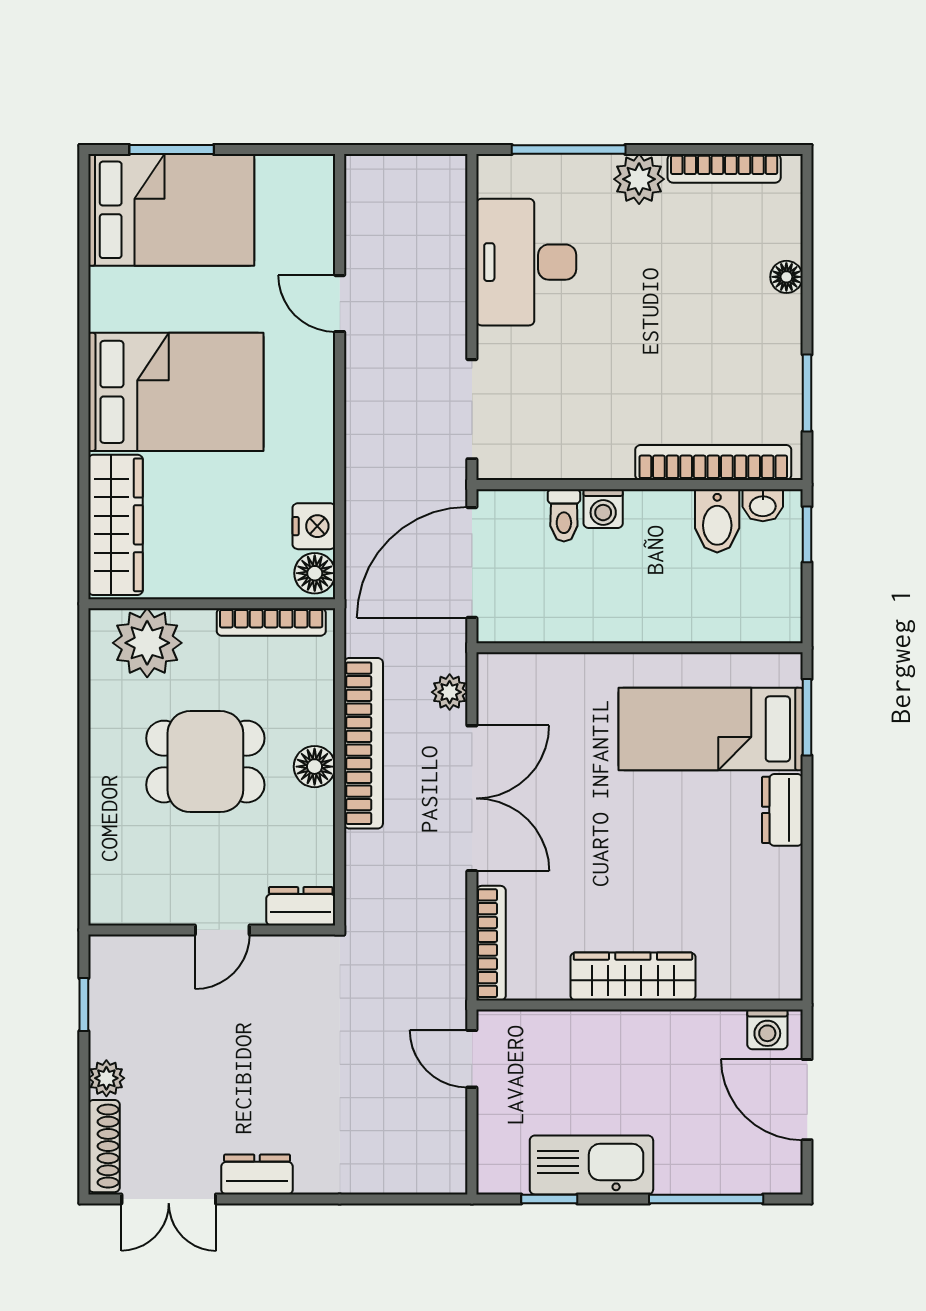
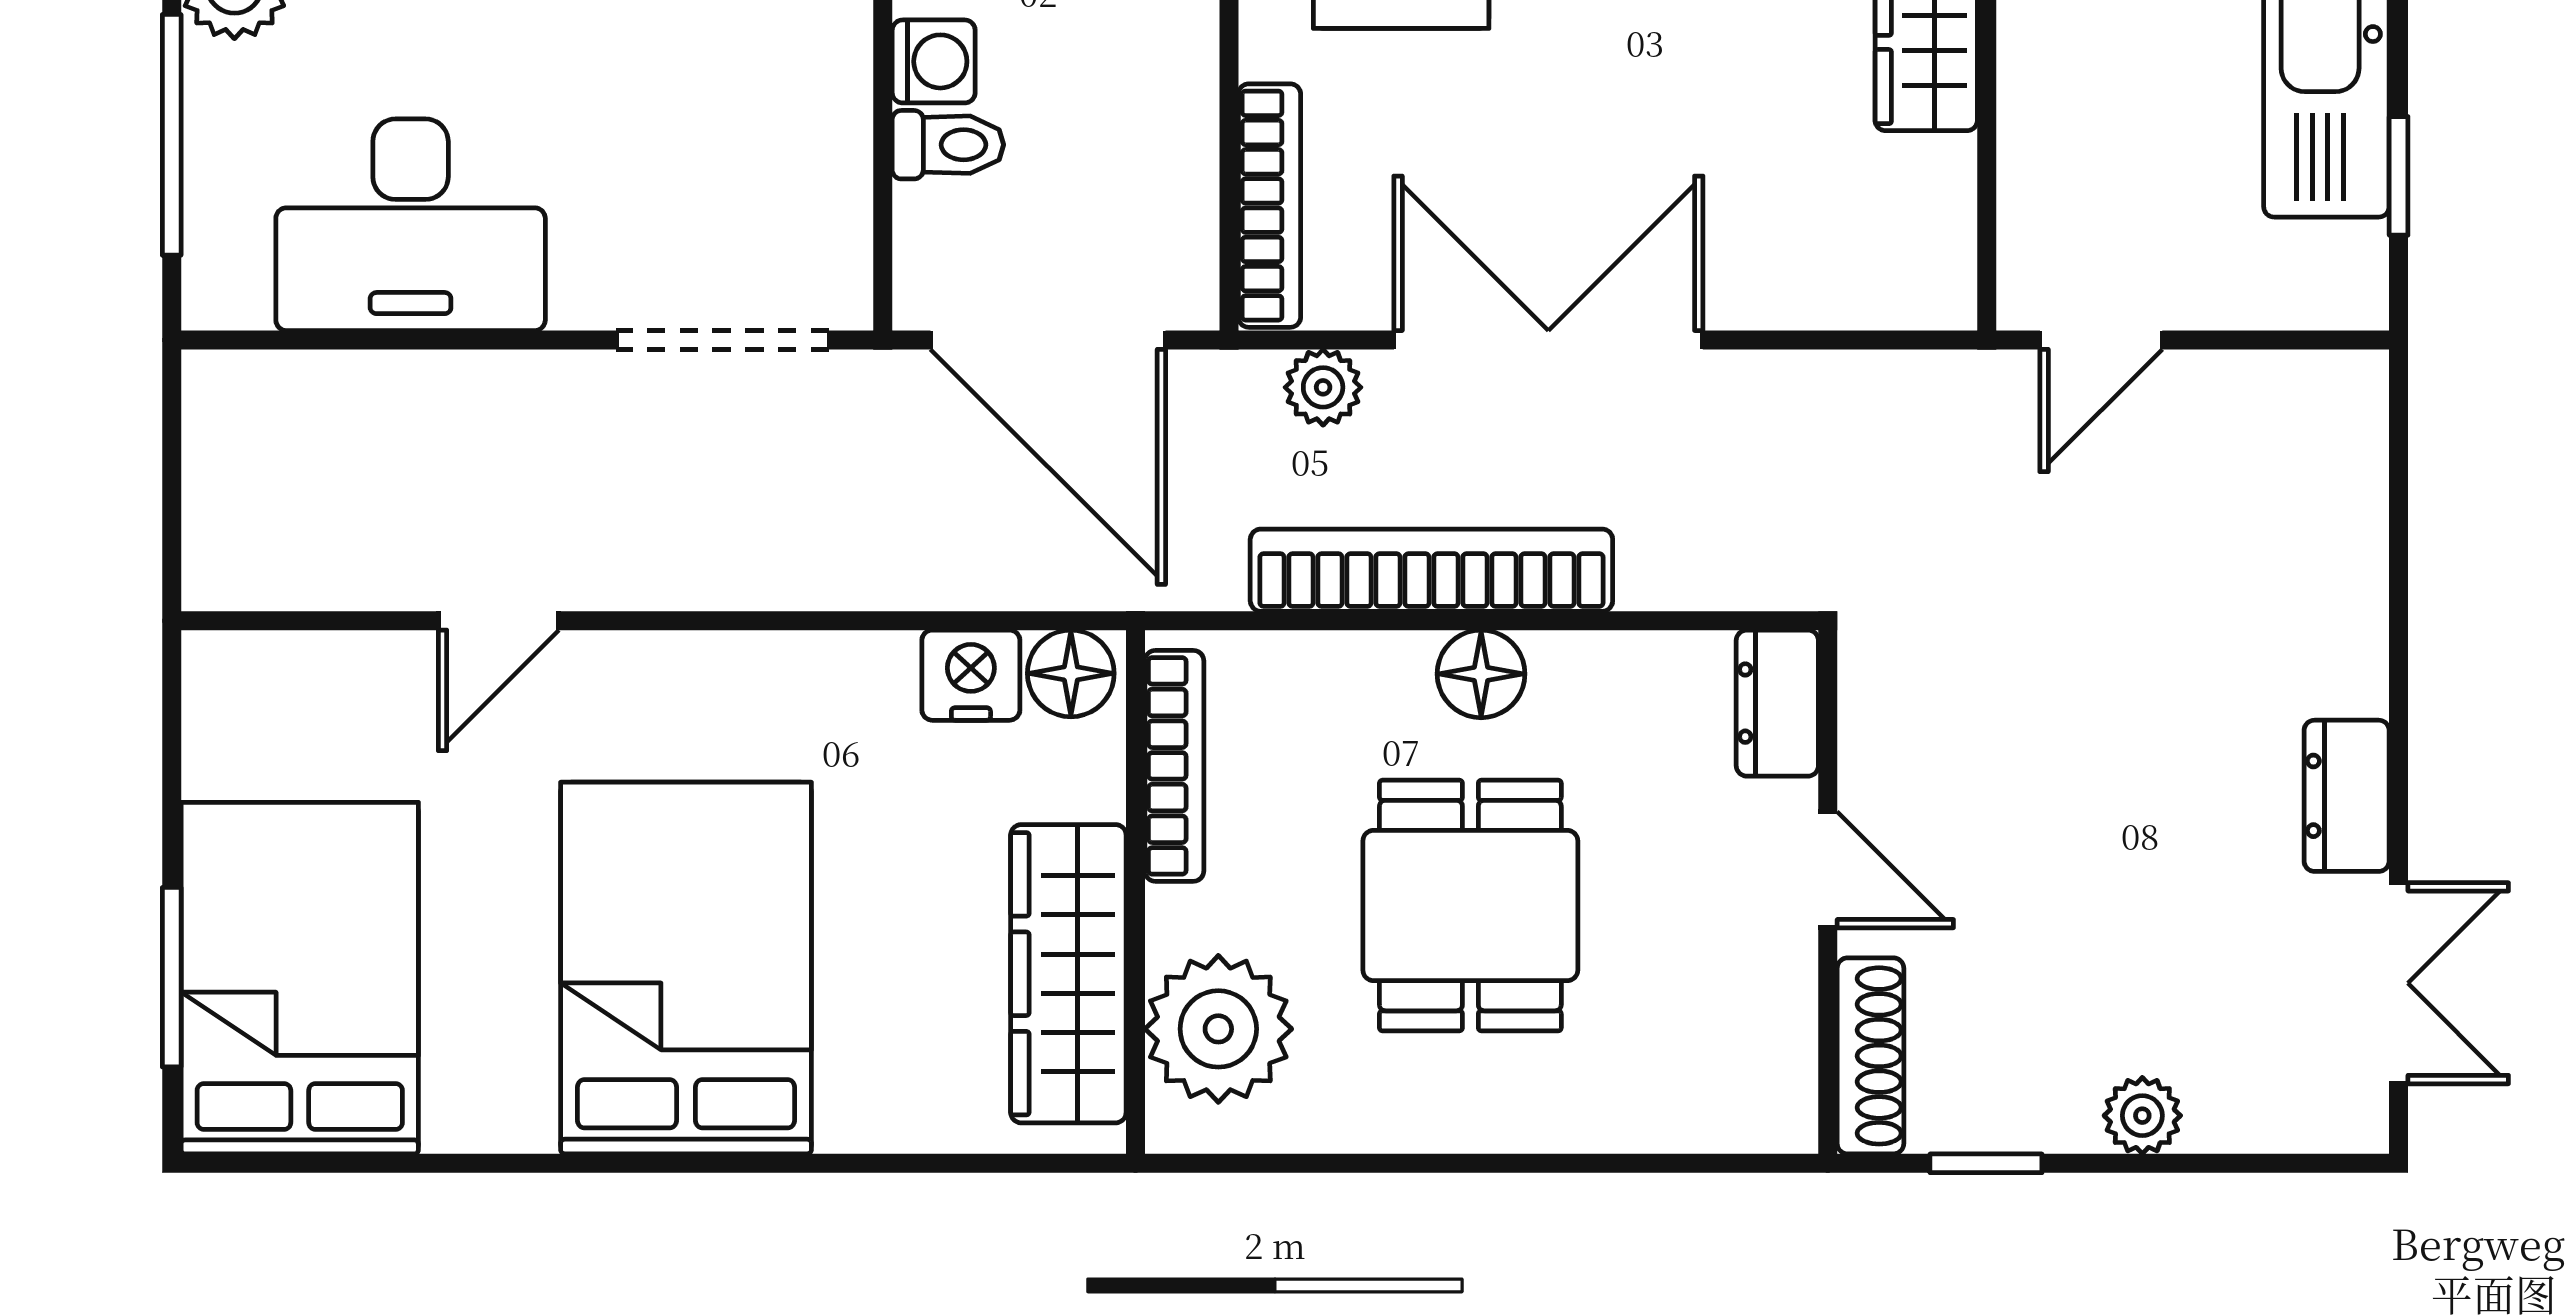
wardrobe: (115, 525) -> (1068, 974), moved, turned -90
bookcase: (491, 943) -> (1270, 206), moved, turned 90
shoe rack: (104, 1146) -> (1870, 1056), moved, turned 90

